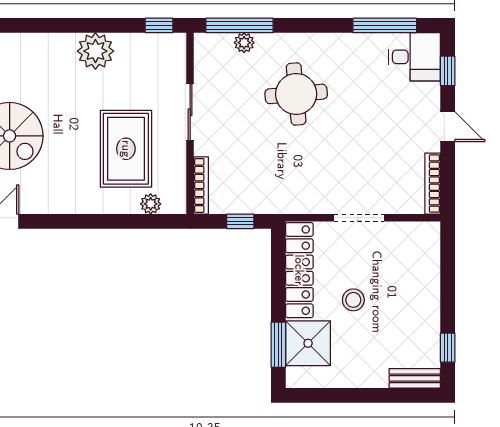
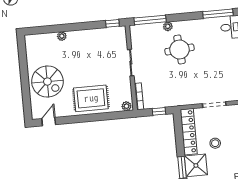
plant: (244, 43) -> (168, 26), moved
plant: (95, 51) -> (62, 36), moved, width x0.53, depth x0.53
rug: (126, 149) -> (91, 98), moved, turned 90
plant: (151, 204) -> (126, 106), moved

